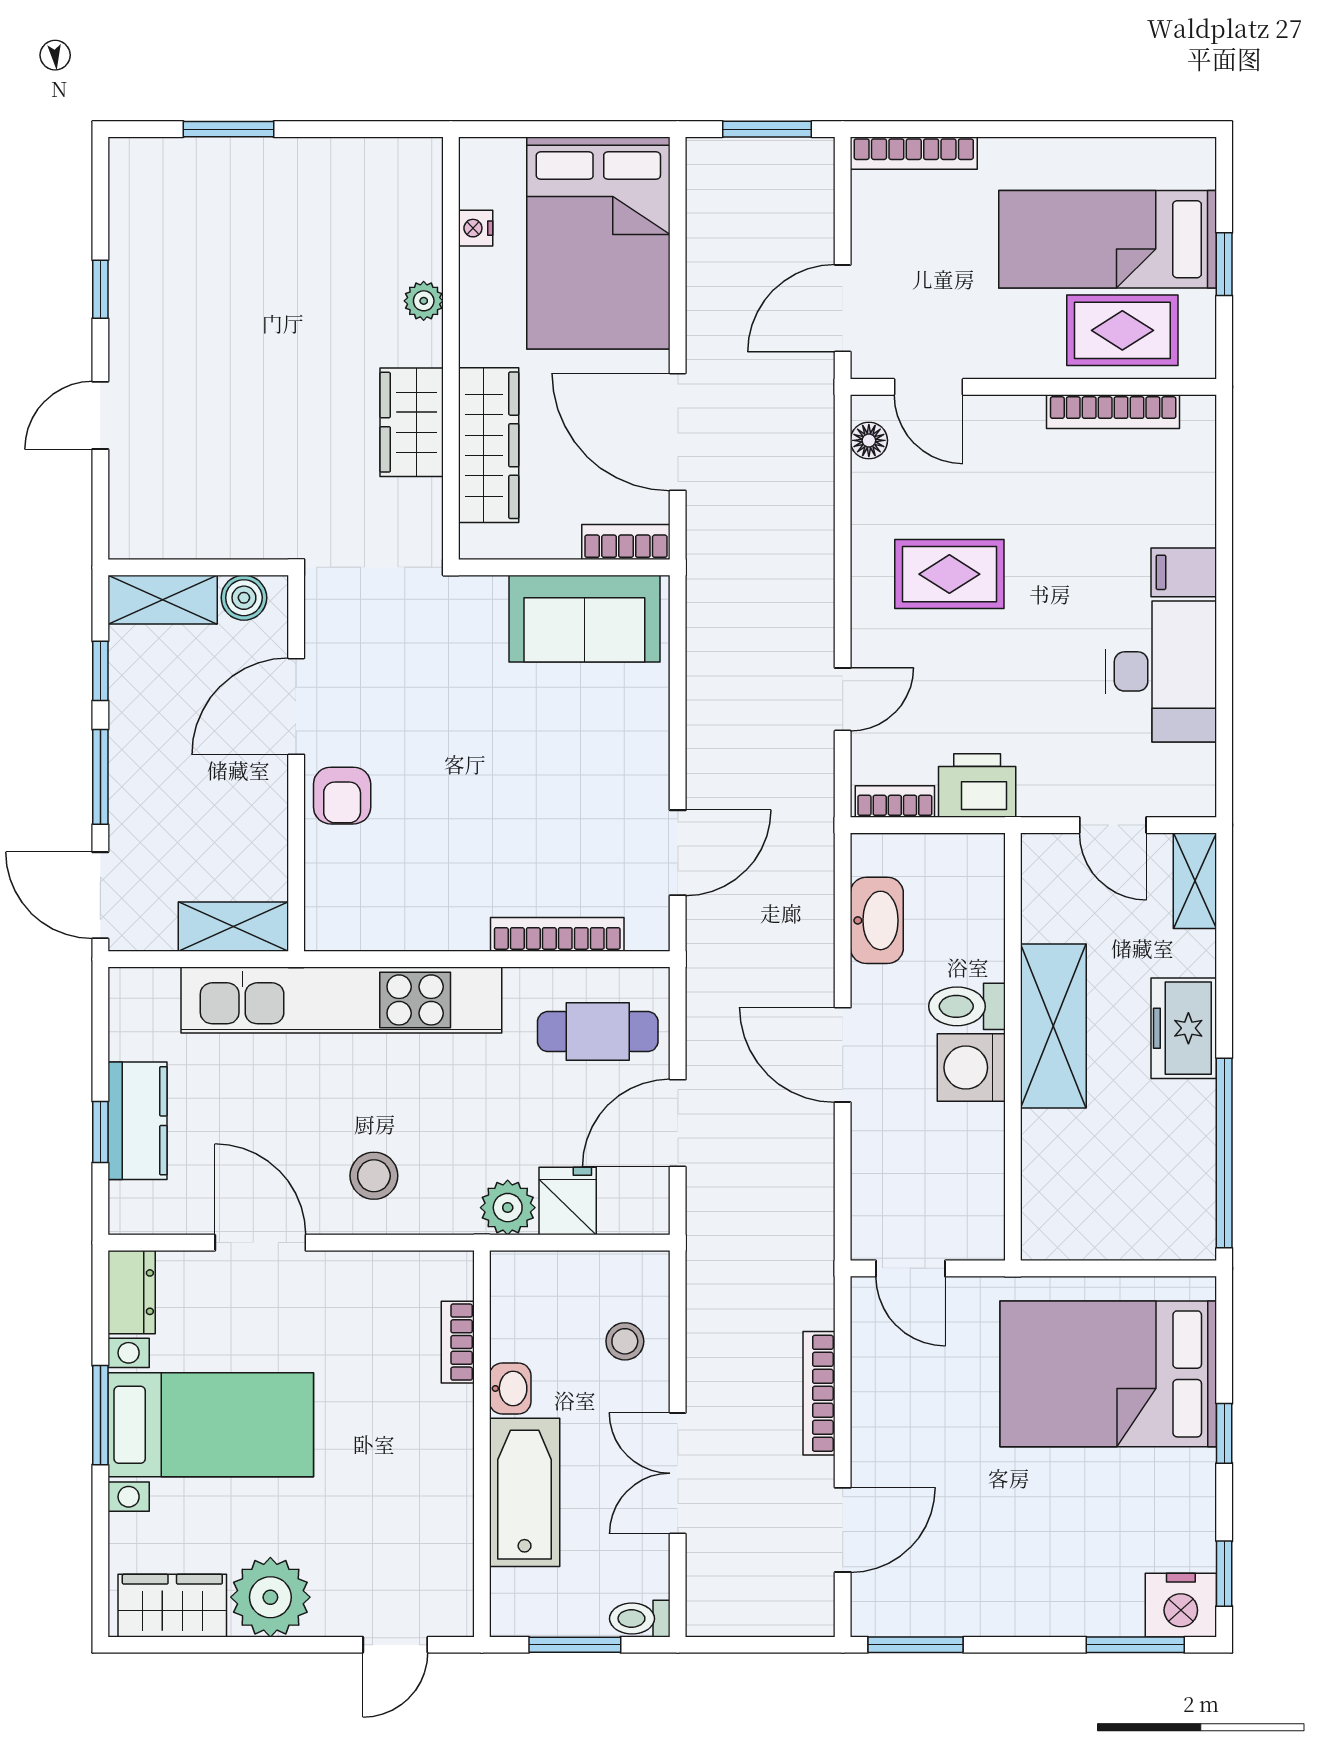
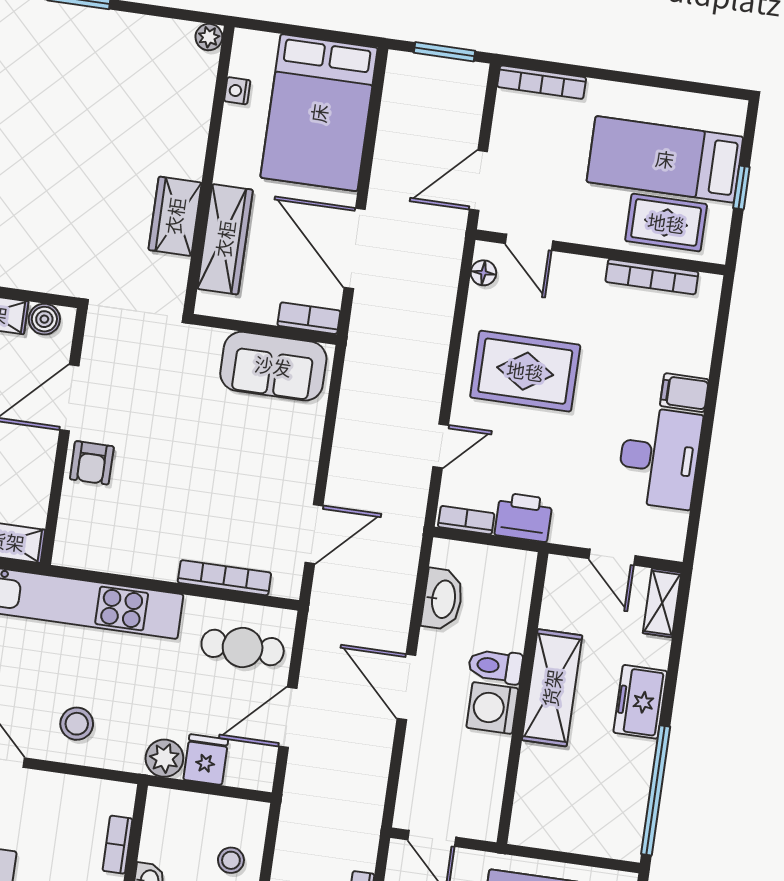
plant: (424, 301) -> (209, 37), moved
rug: (949, 574) -> (525, 371), width x1.36, depth x1.43

